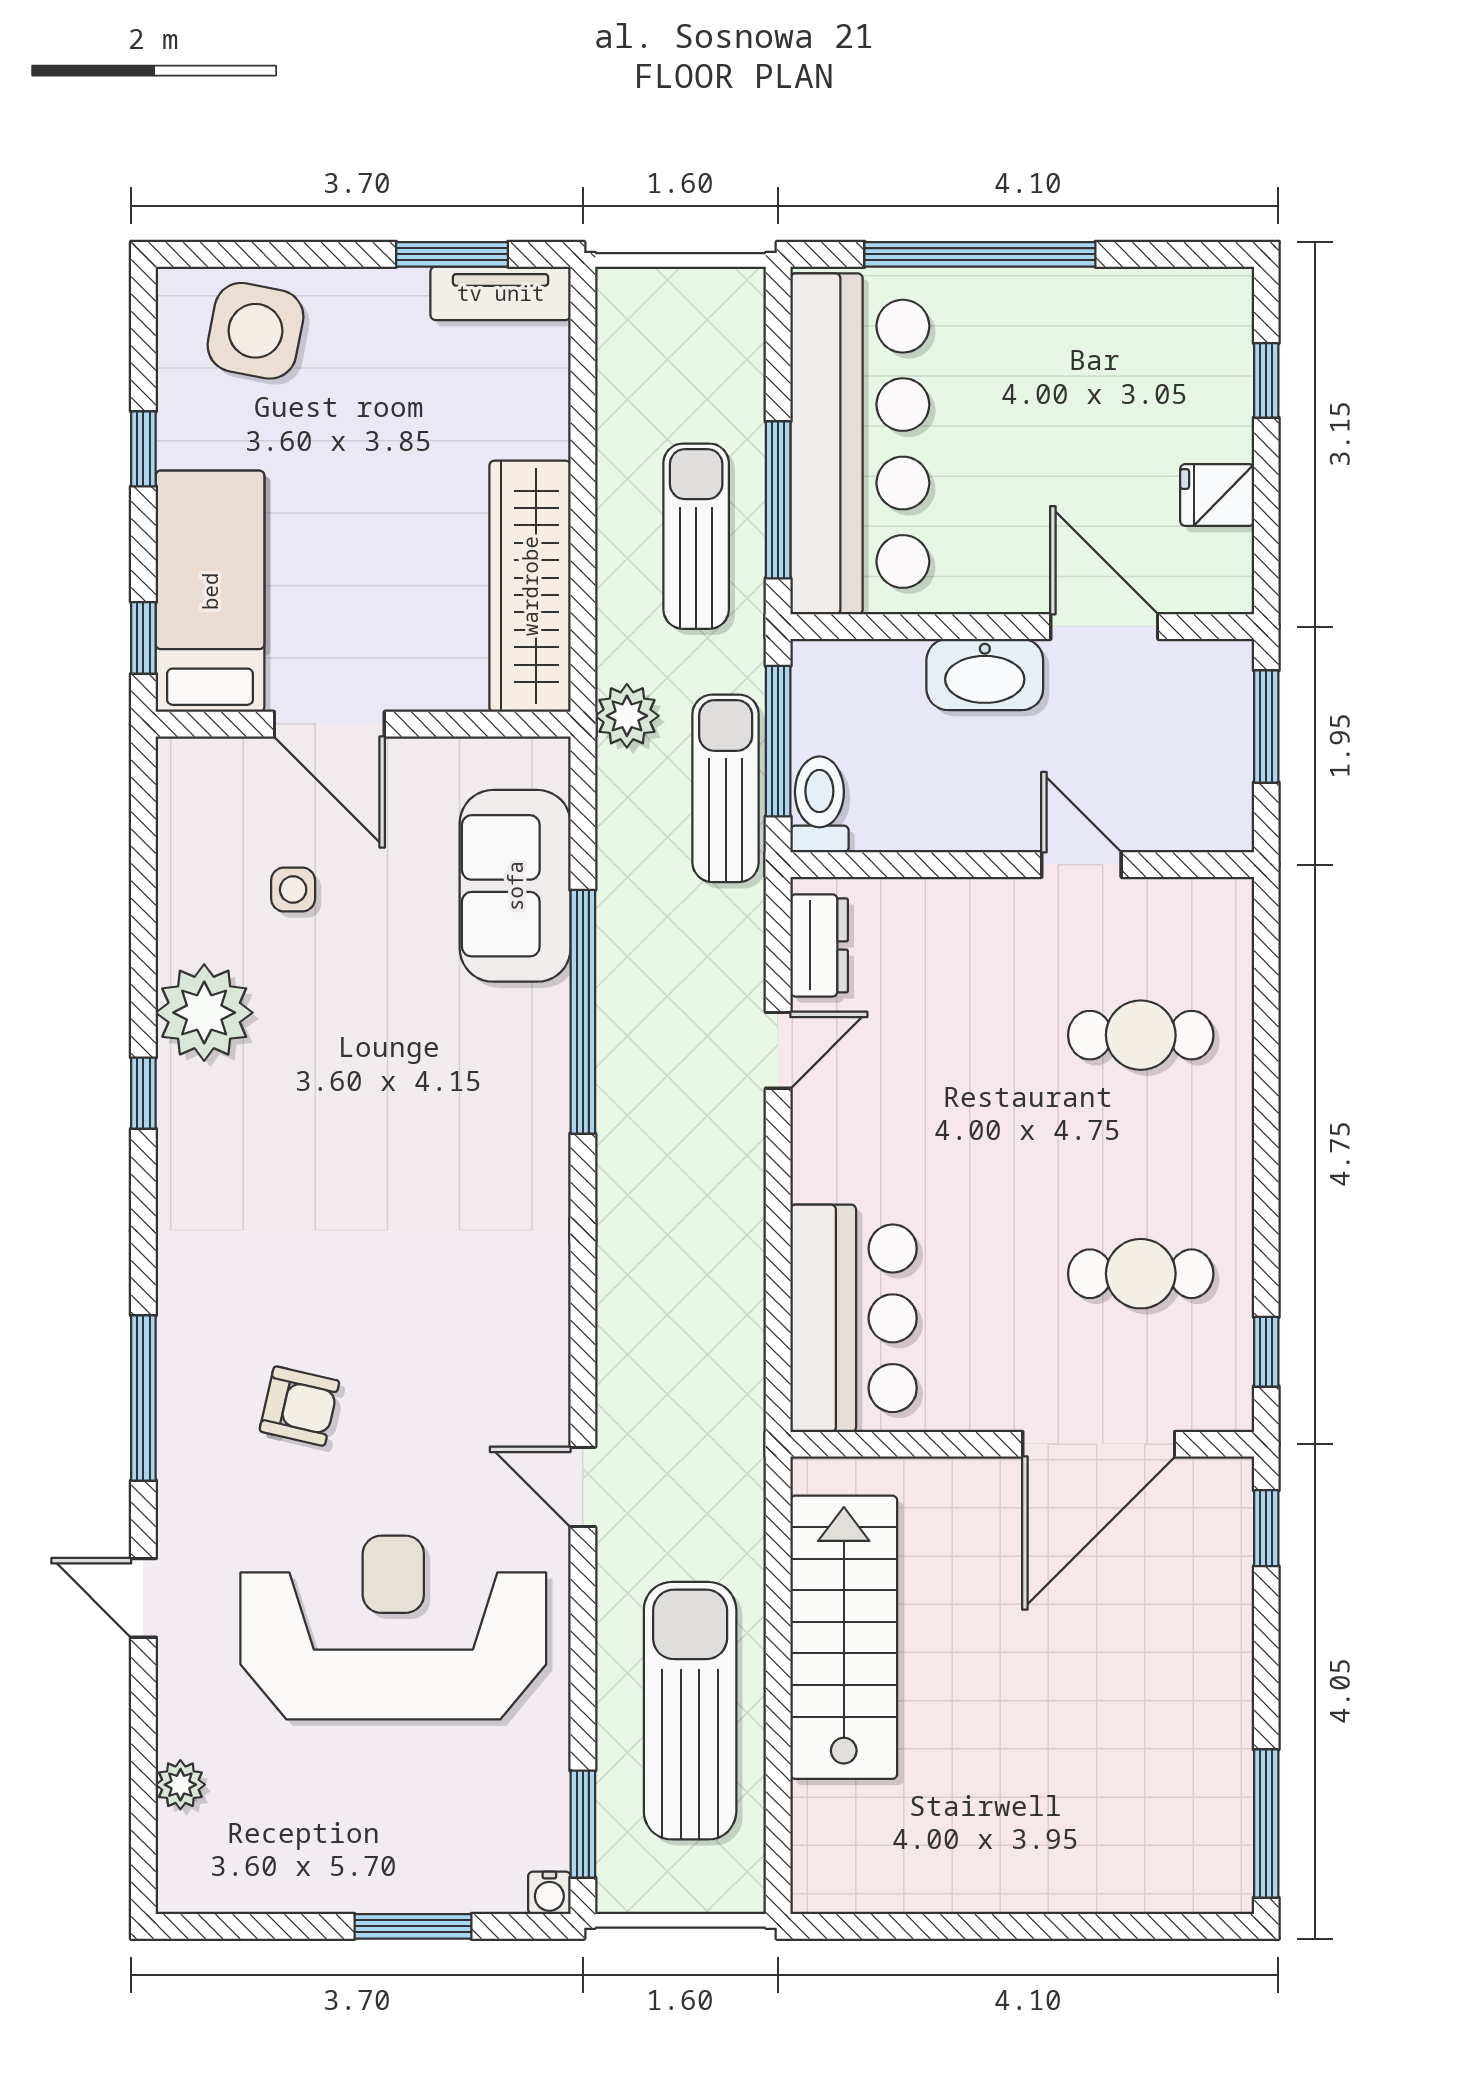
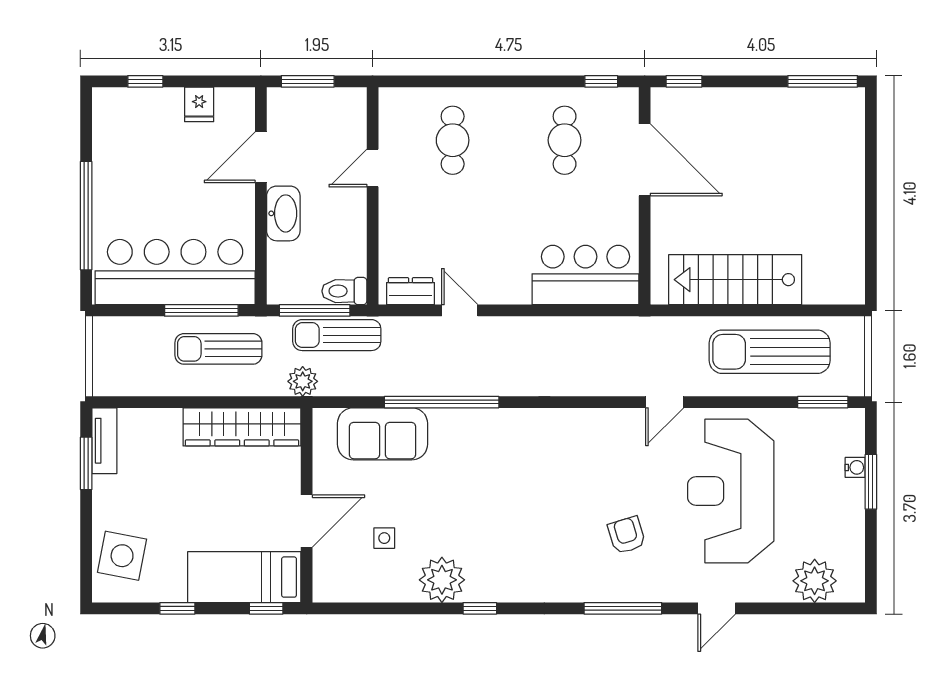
armchair: (299, 1406) -> (627, 535), turned -30
plant: (180, 1785) -> (815, 581), width x1.87, depth x1.87
water cooler: (549, 1893) -> (855, 467), moved

